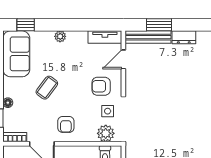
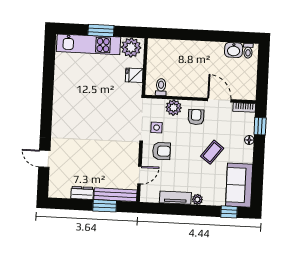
tv unit: (105, 37) -> (175, 198), moved
plant: (106, 133) -> (174, 108), moved

